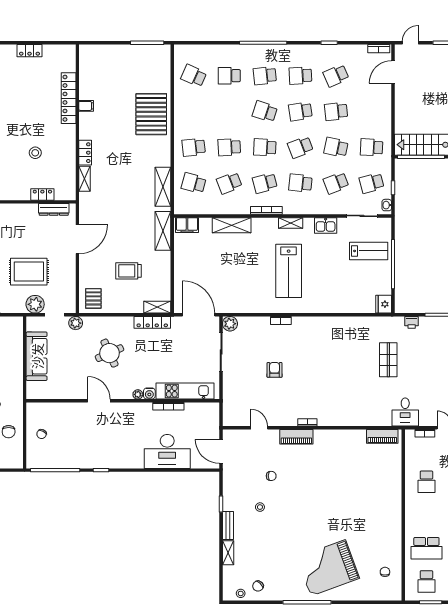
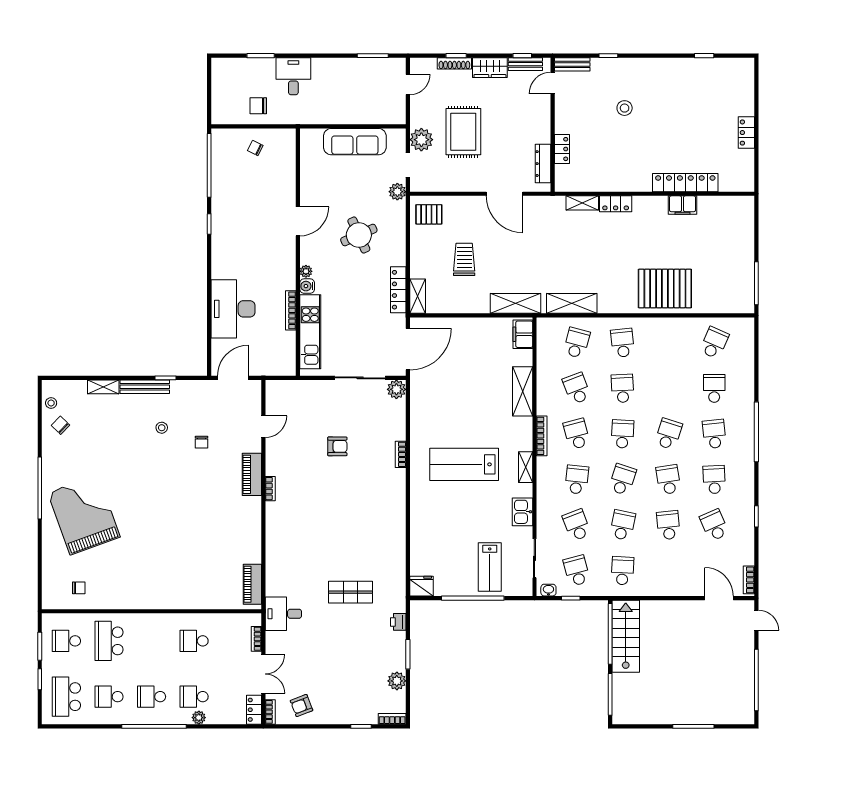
filing cabinet: (86, 106) -> (682, 205), width x2.00
school desk: (300, 147) -> (623, 480), turned 39
stool: (35, 153) -> (625, 108), moved
bench: (228, 525) -> (145, 387), width x1.36

